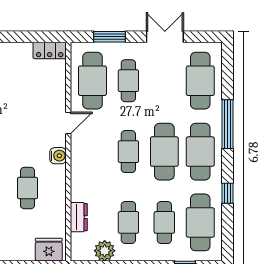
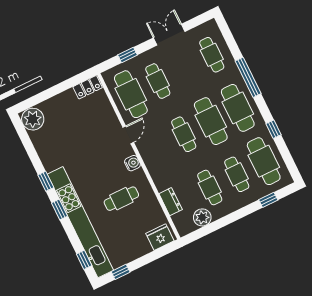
window: (109, 37) -> (128, 55), width x0.67
cafe table: (200, 81) -> (212, 55), width x0.73, depth x0.74
cafe table: (27, 188) -> (121, 199), turned 90

